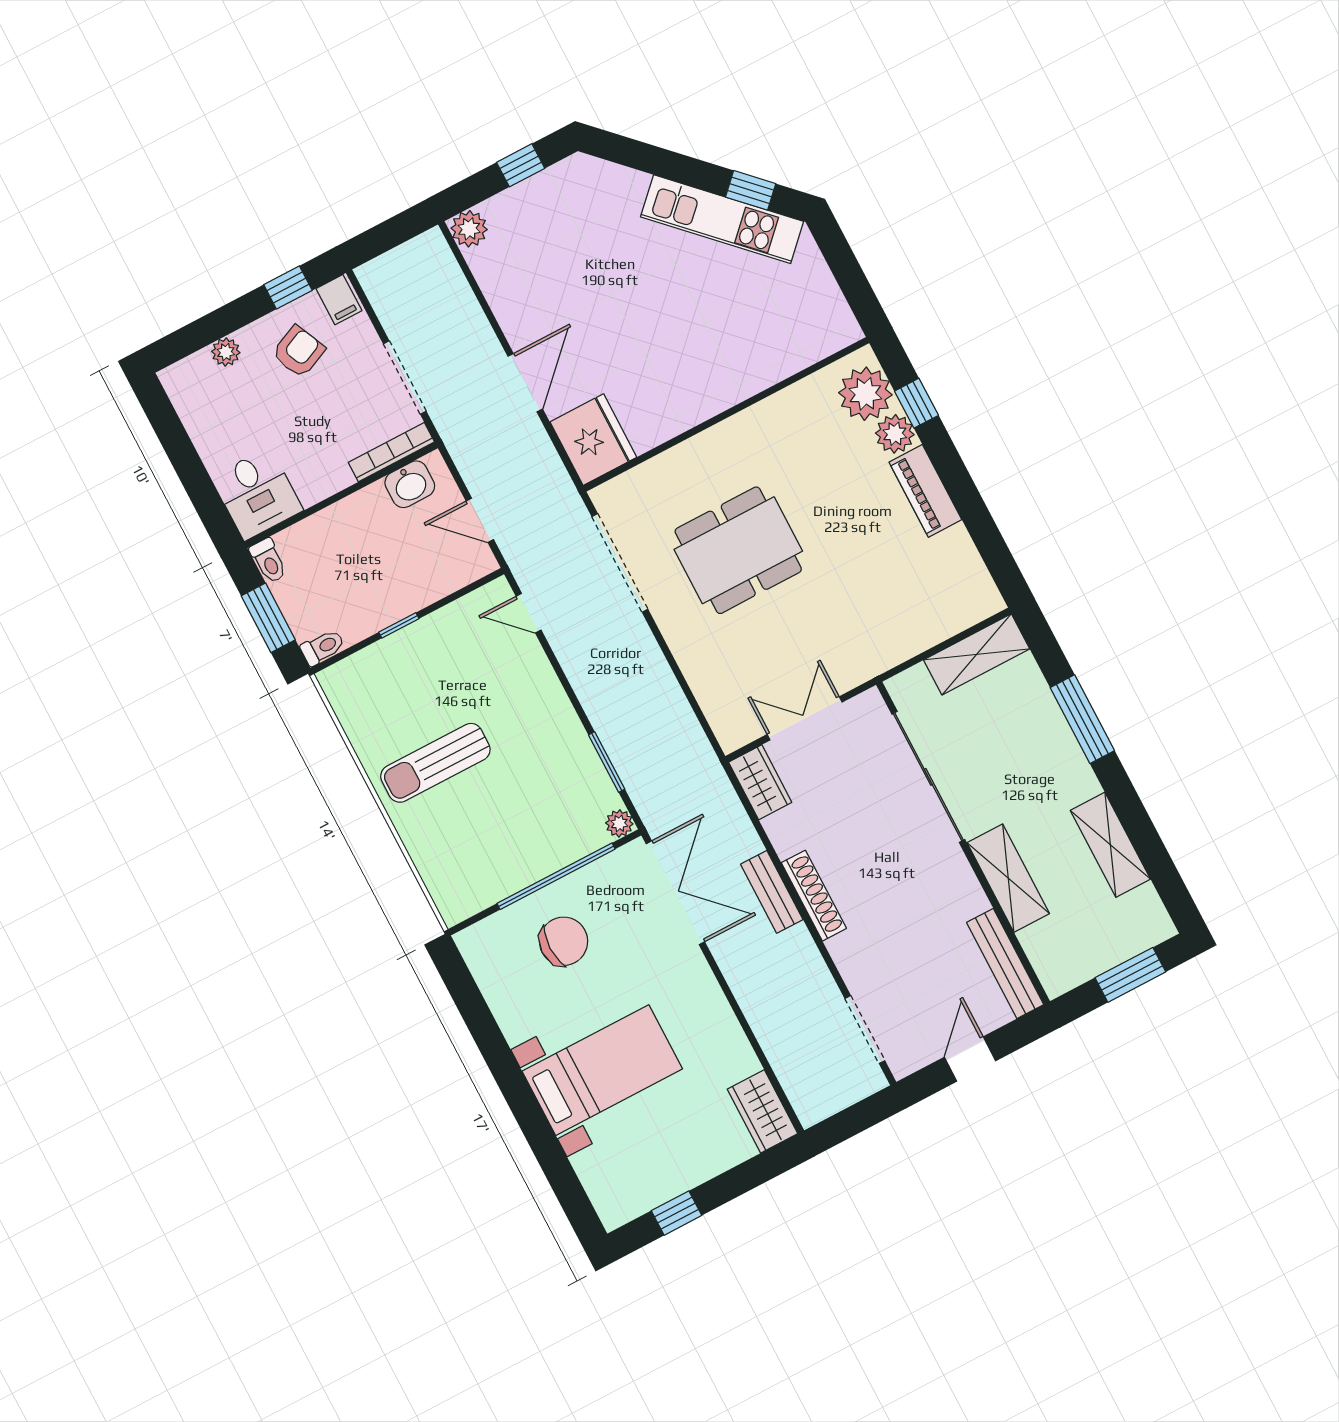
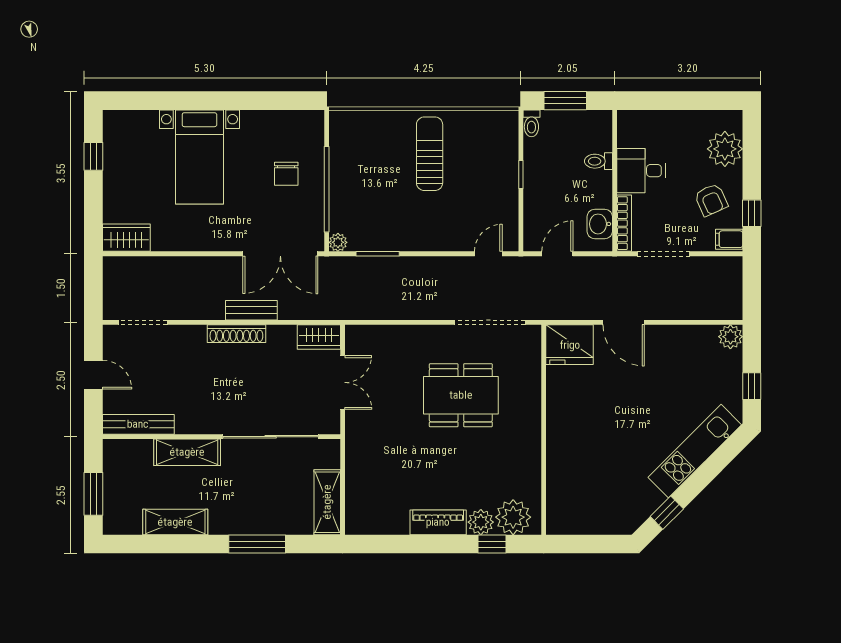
kitchen unit: (722, 219) -> (695, 451), moved
plant: (226, 352) -> (725, 149), width x1.88, depth x1.88
desk: (257, 494) -> (641, 171), moved
dining table: (738, 550) -> (461, 395), turned 90
toilet: (268, 561) -> (598, 161), moved
chair: (564, 941) -> (286, 174), width x0.73, depth x0.73

